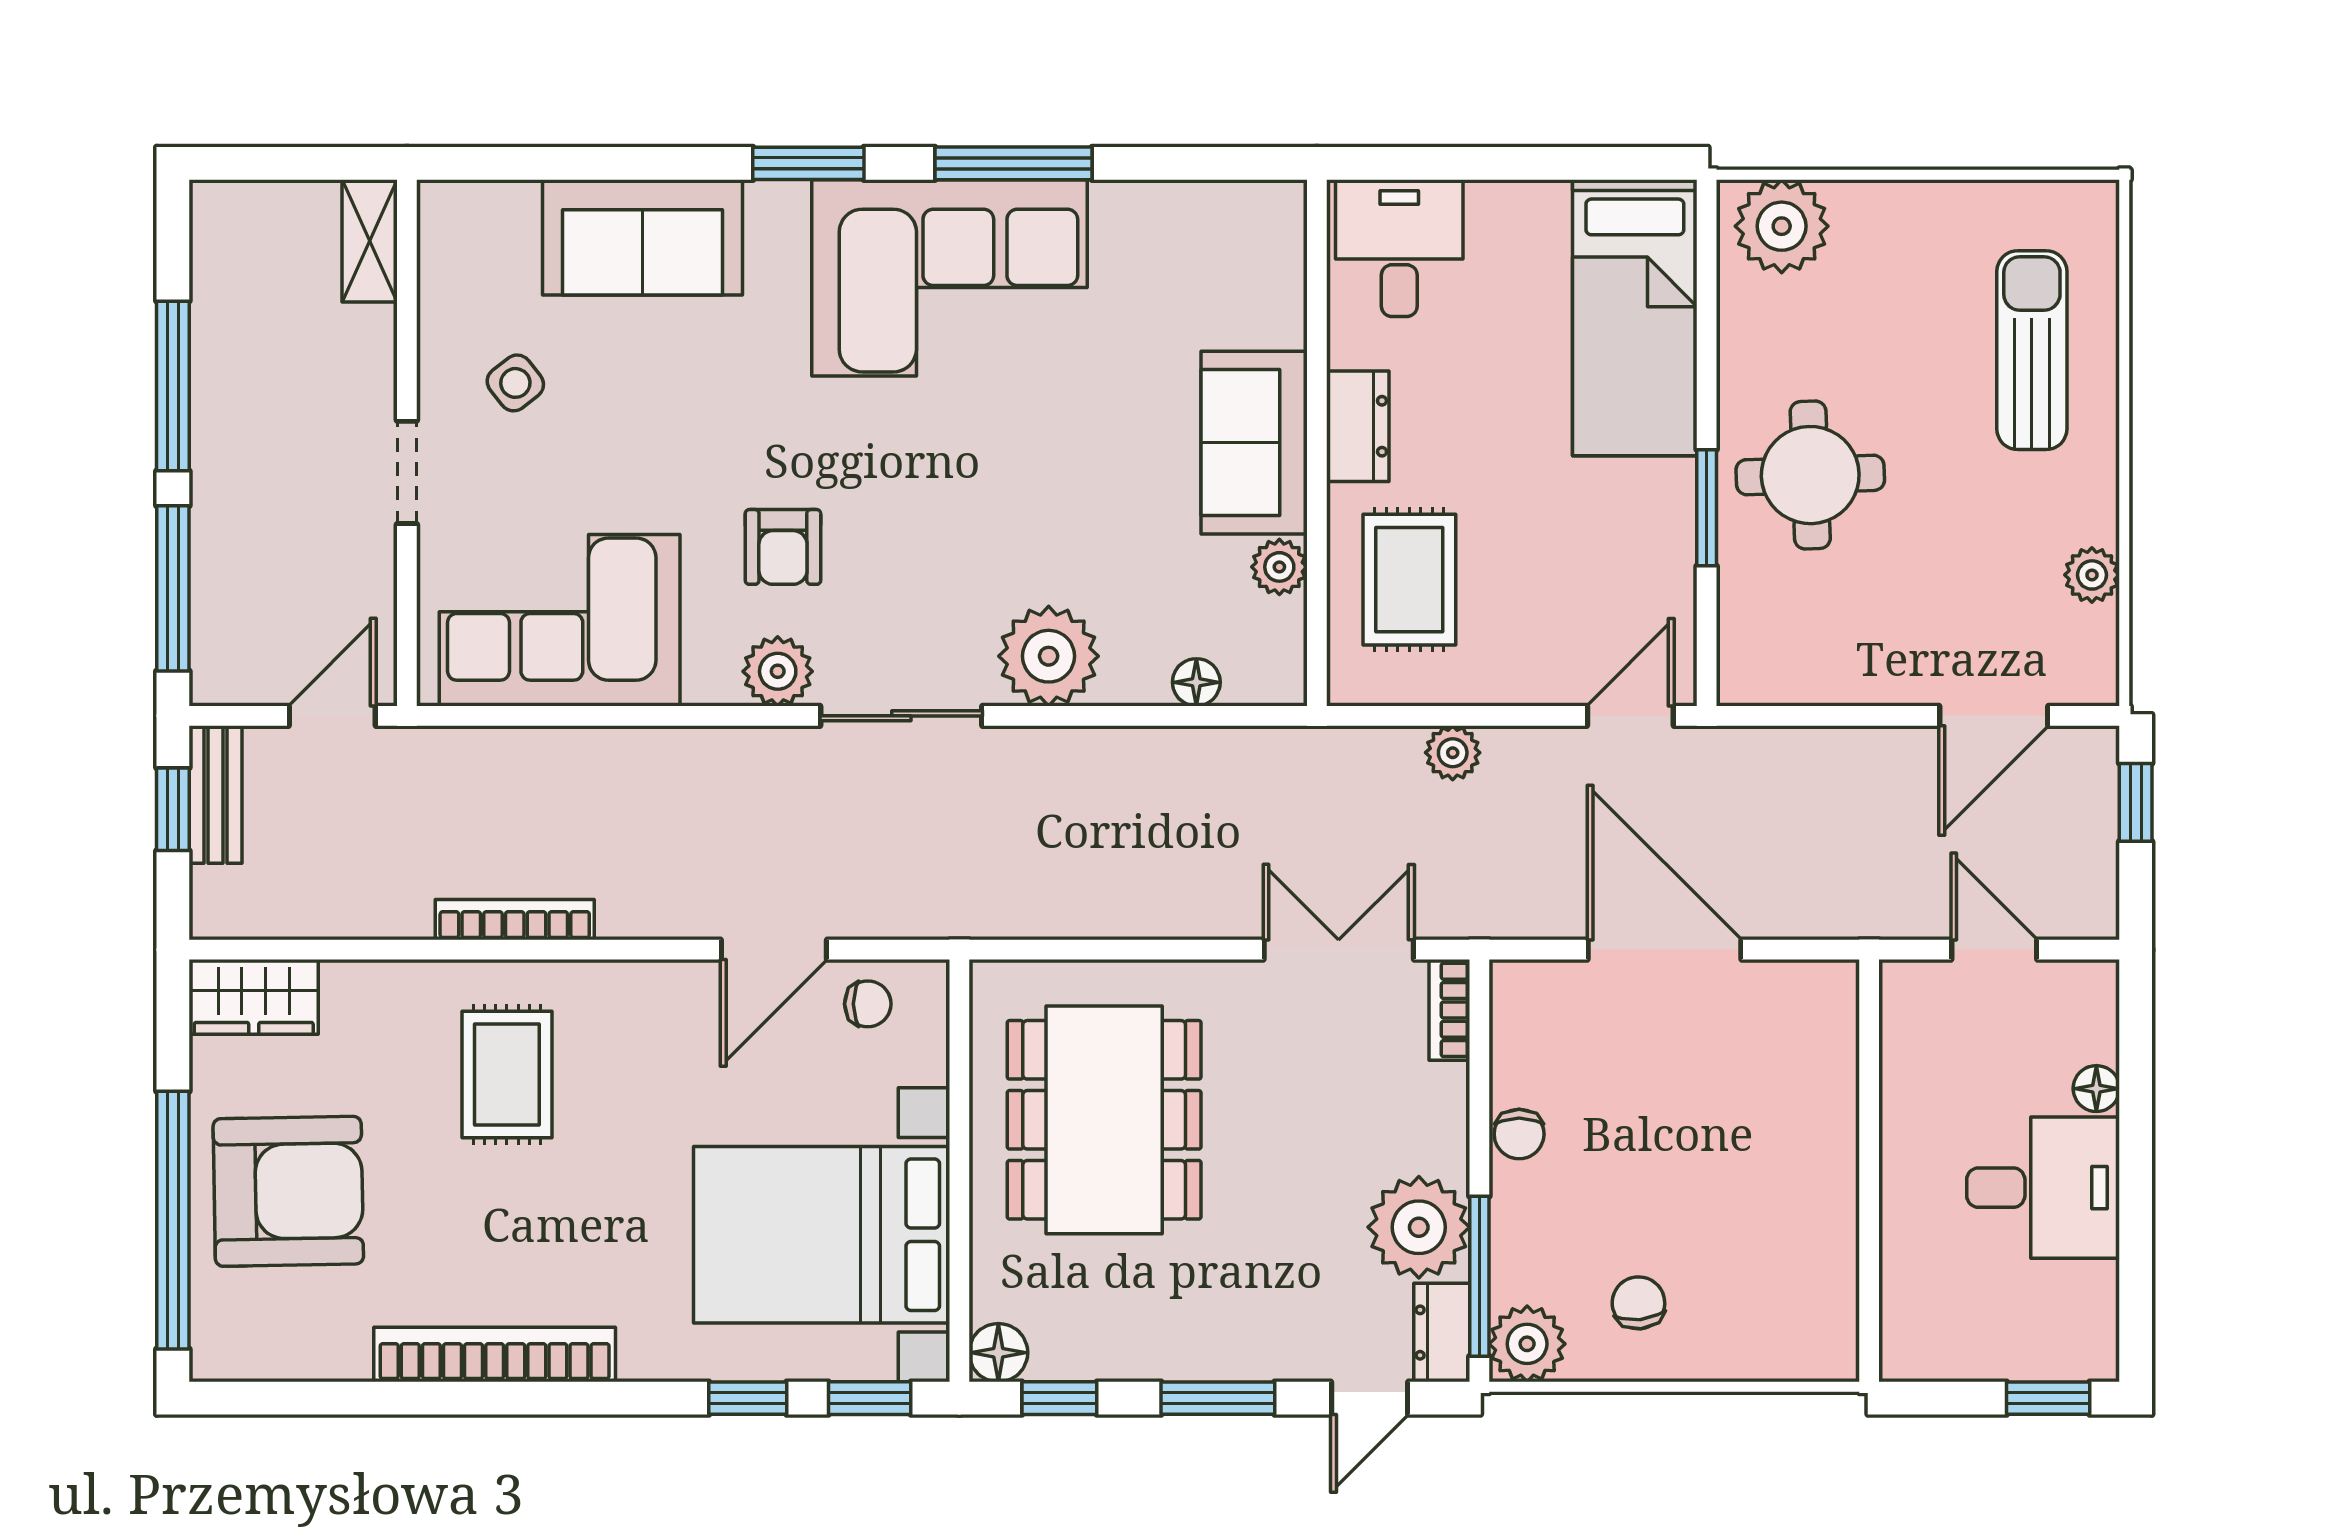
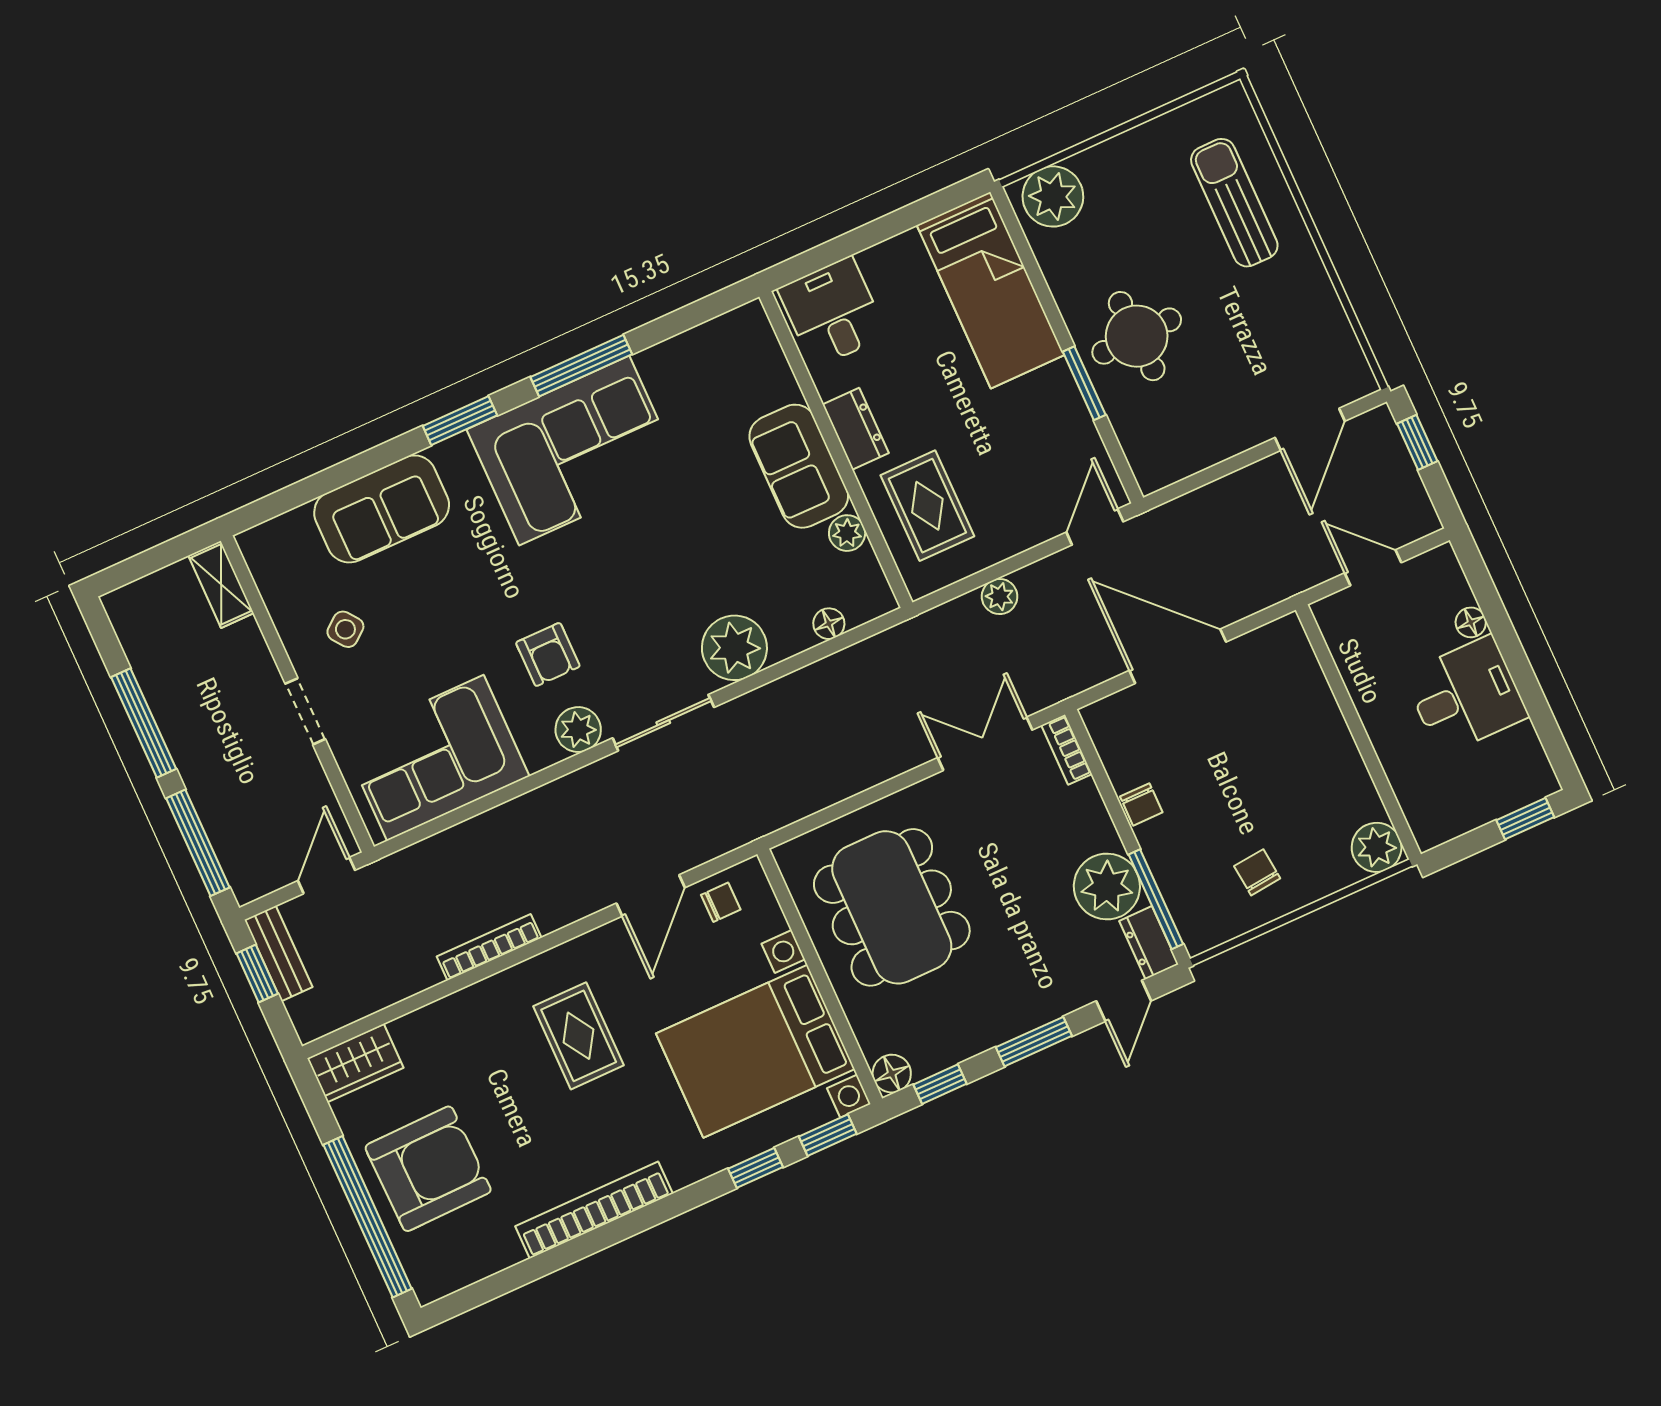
plant: (2092, 575) -> (1330, 320), removed
rug: (507, 1074) -> (579, 1036), moved
plant: (1527, 1344) -> (1377, 847), moved

